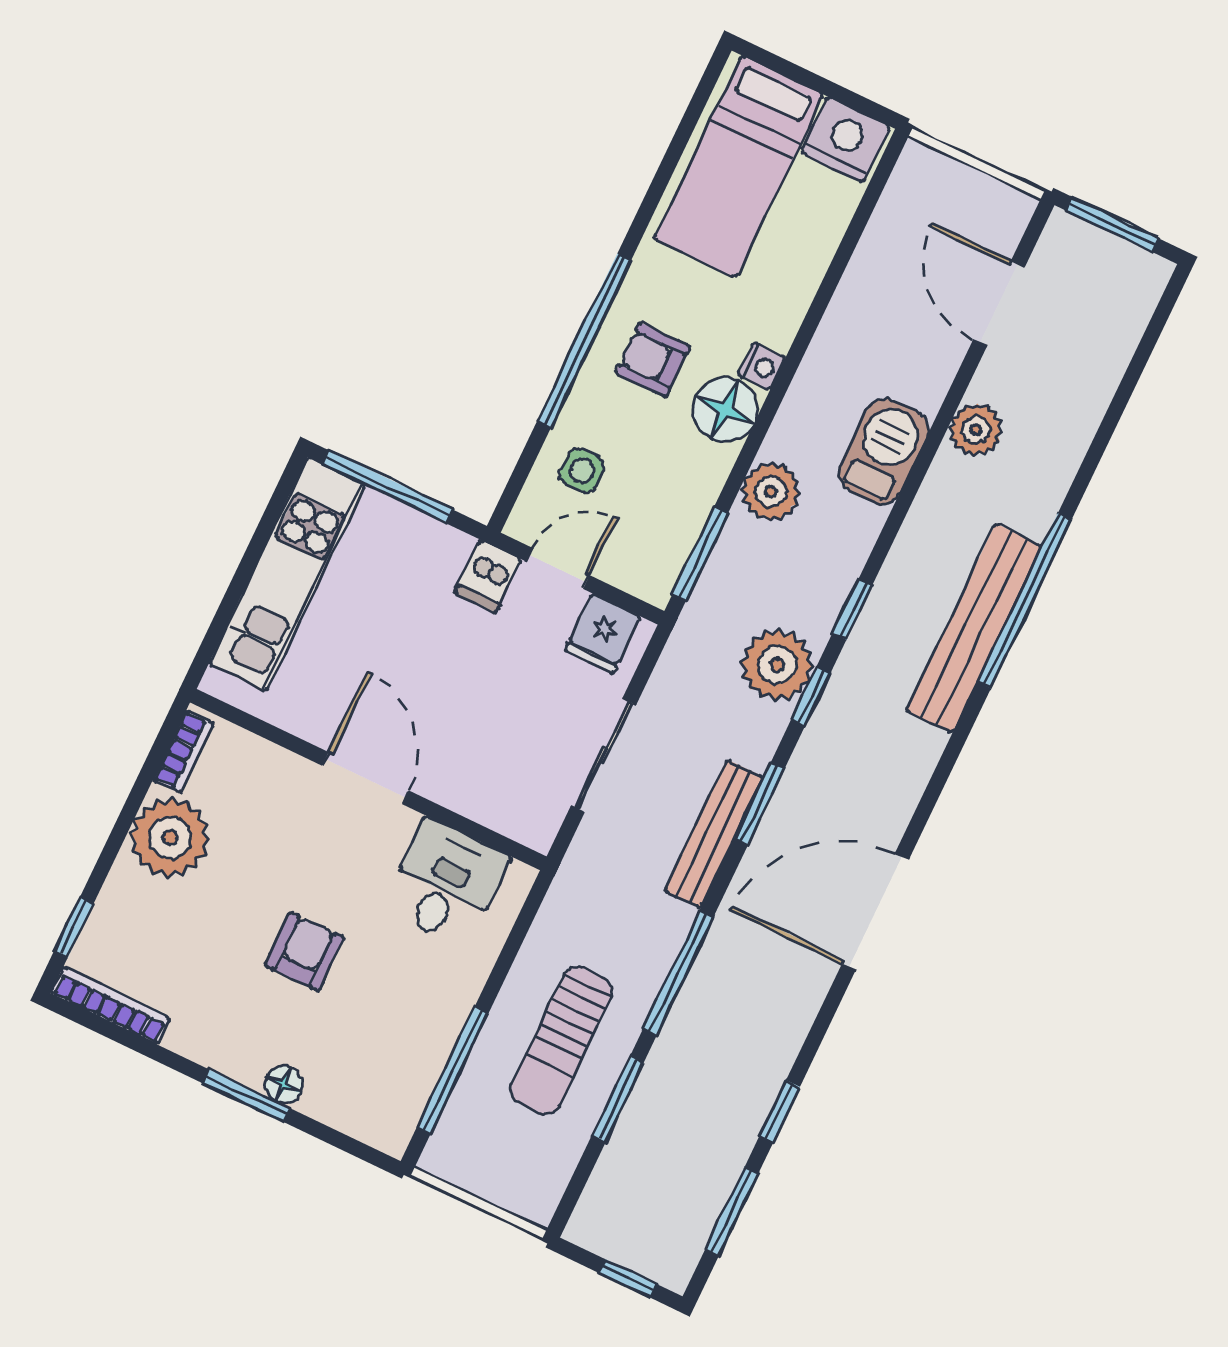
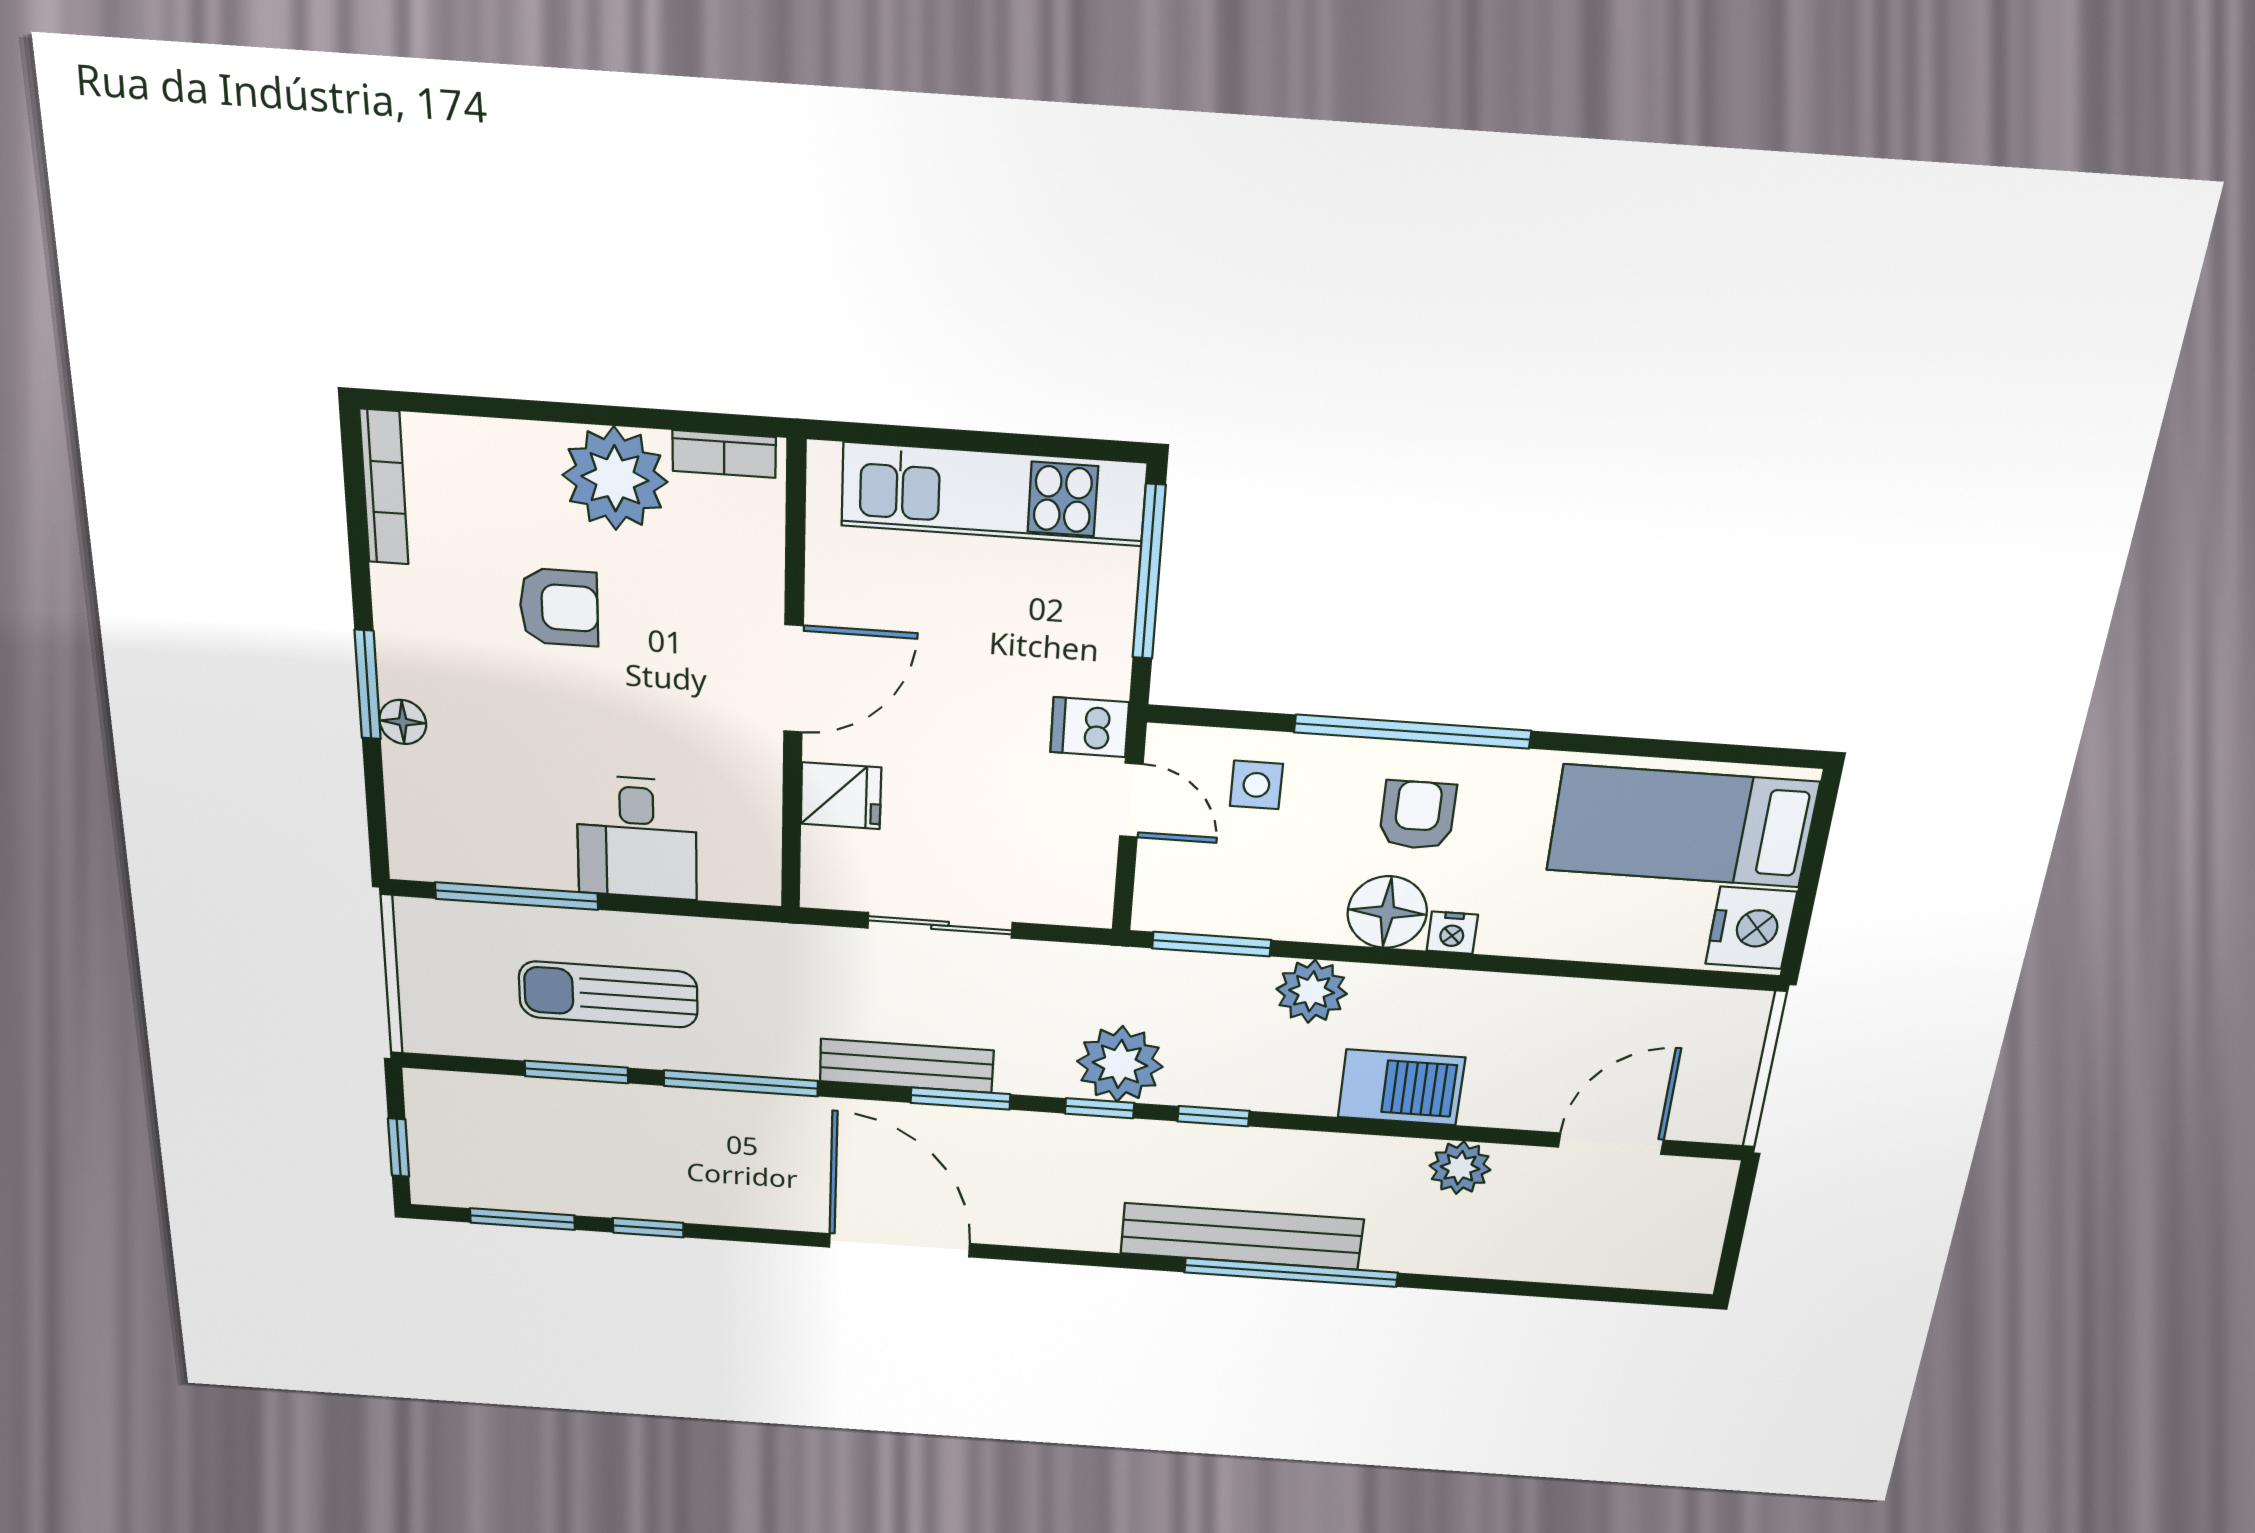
window: (1112, 224) -> (1737, 1221), removed
fridge: (603, 634) -> (841, 796), moved, turned 180
desk: (446, 883) -> (637, 838), moved, turned 90
window: (74, 927) -> (451, 405), removed
armchair: (304, 952) -> (559, 607), moved

